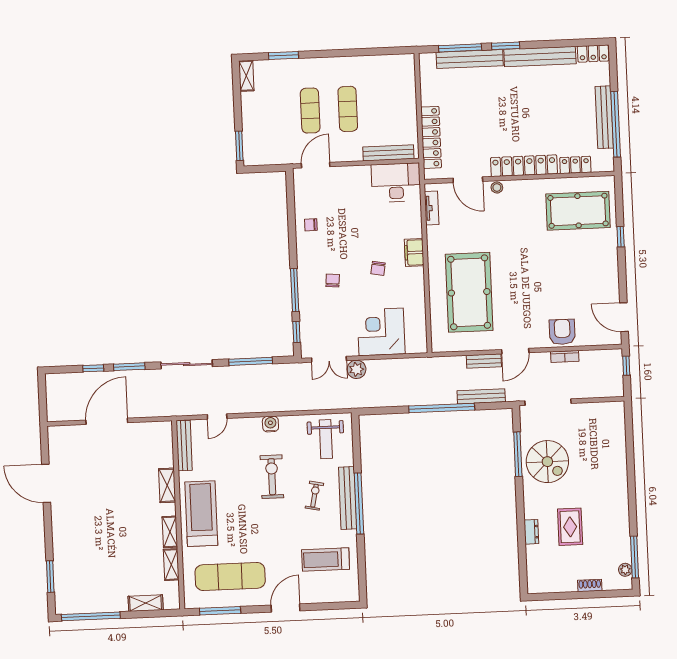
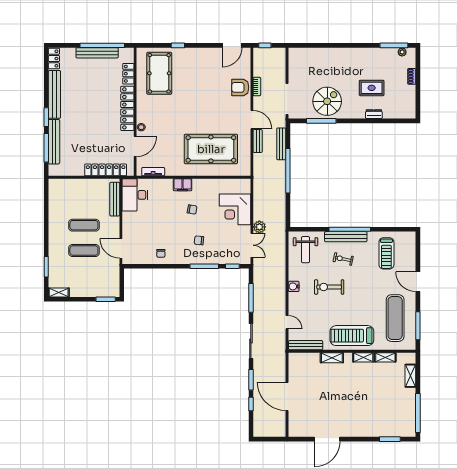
weight bench: (326, 439) -> (305, 250), turned 90

